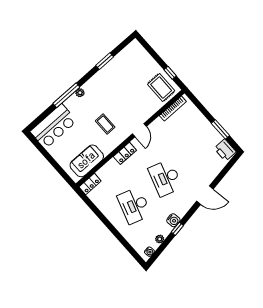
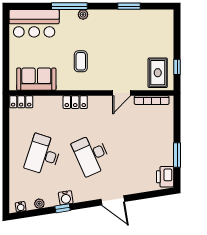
door: (139, 130) -> (122, 93), moved
desk: (165, 178) -> (91, 155), turned -42

